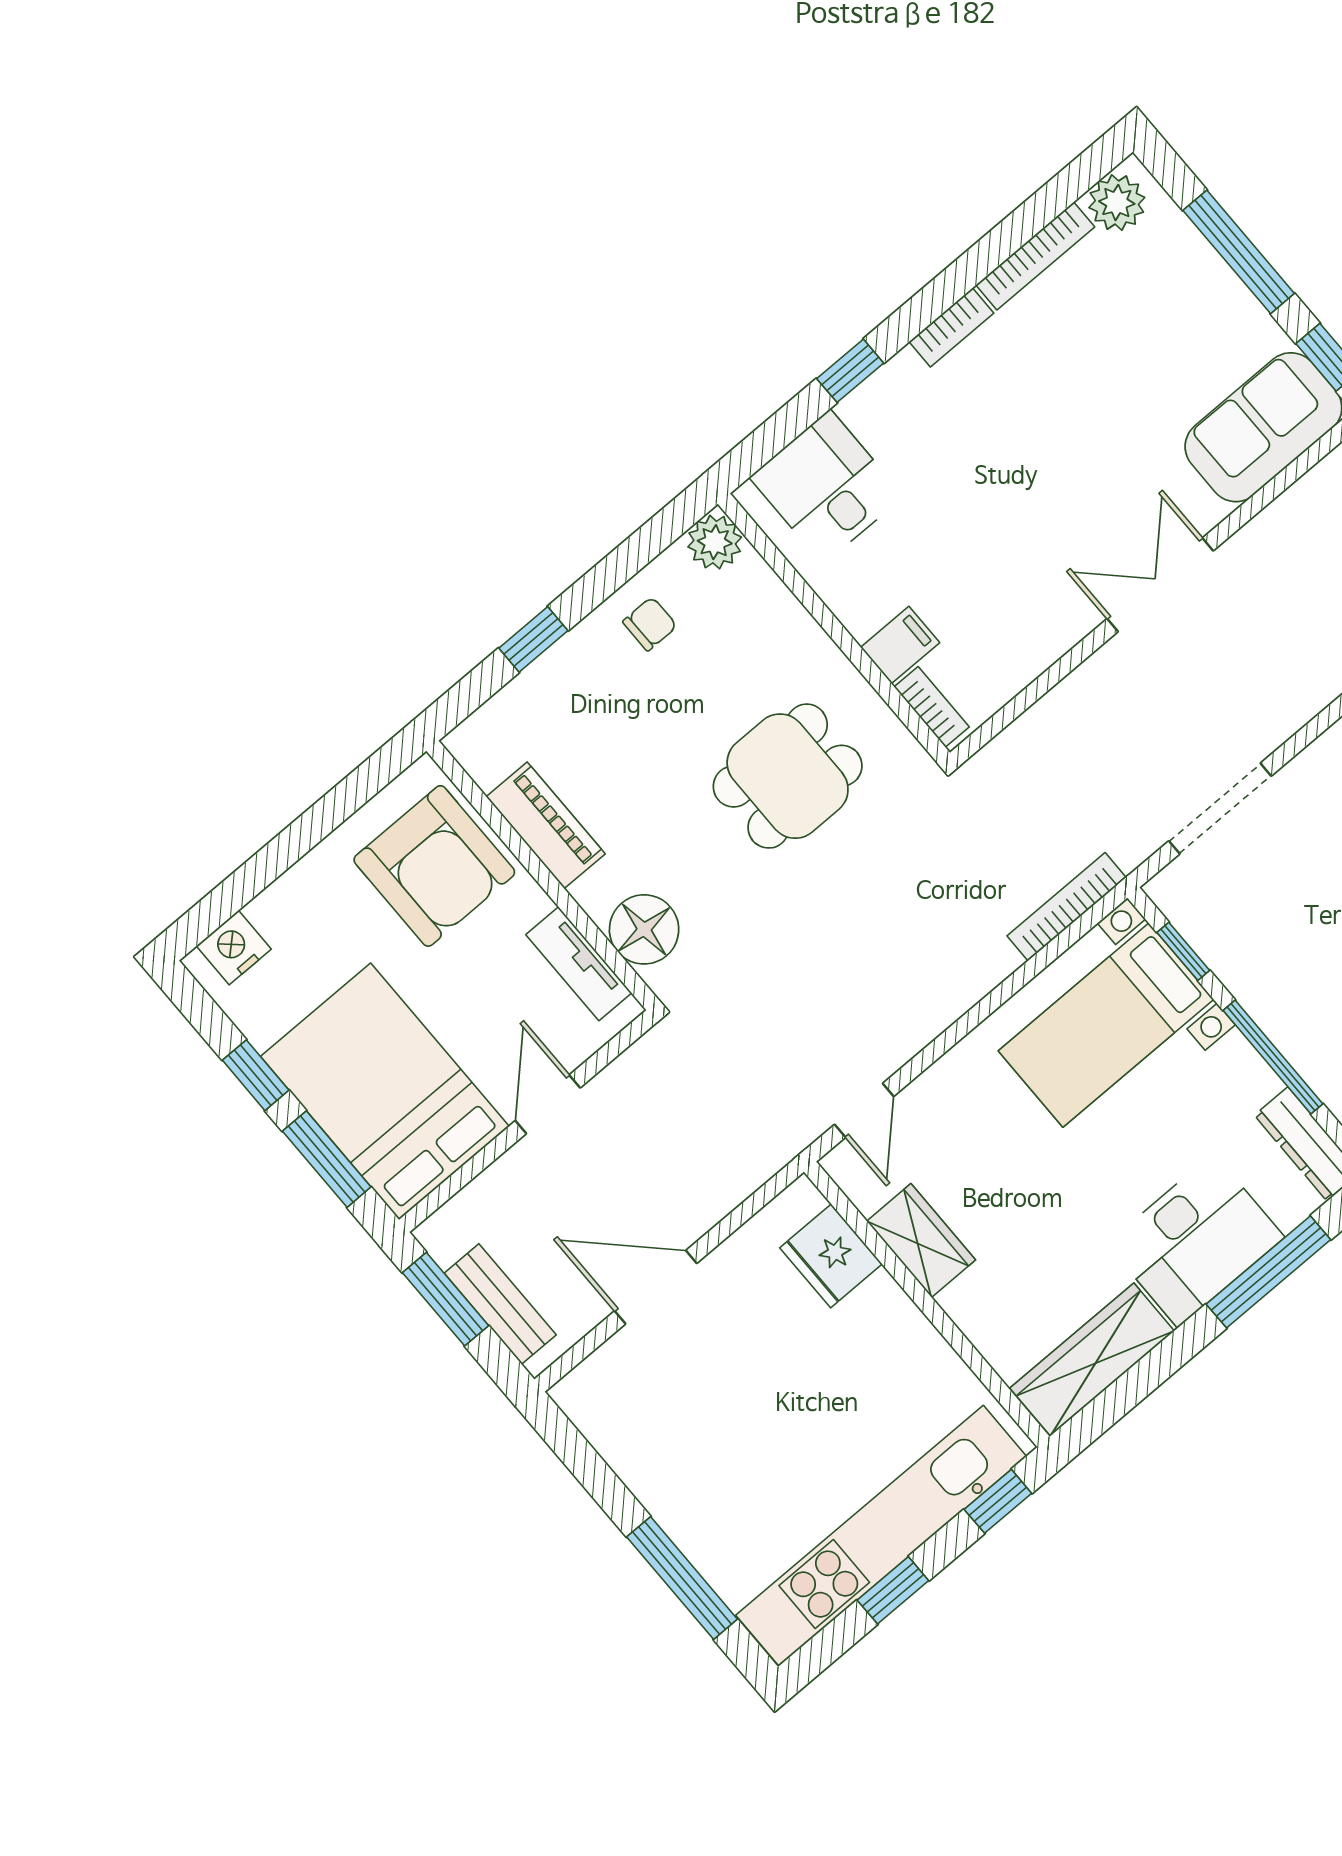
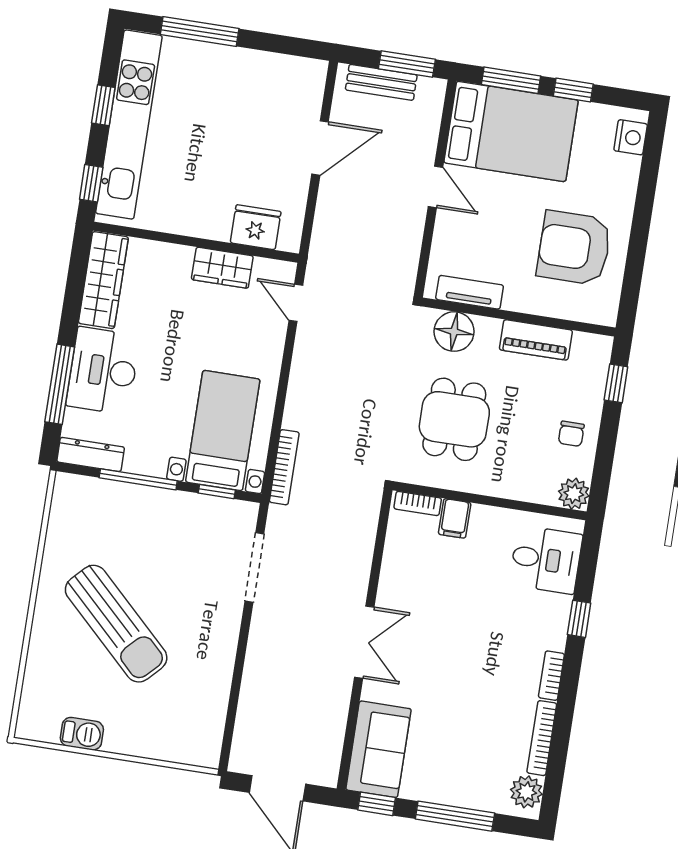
piano: (546, 825) -> (536, 340), moved
wall: (542, 875) -> (518, 317), moved
floor lamp: (644, 929) -> (454, 332), moved
tv unit: (579, 964) -> (470, 292), moved

